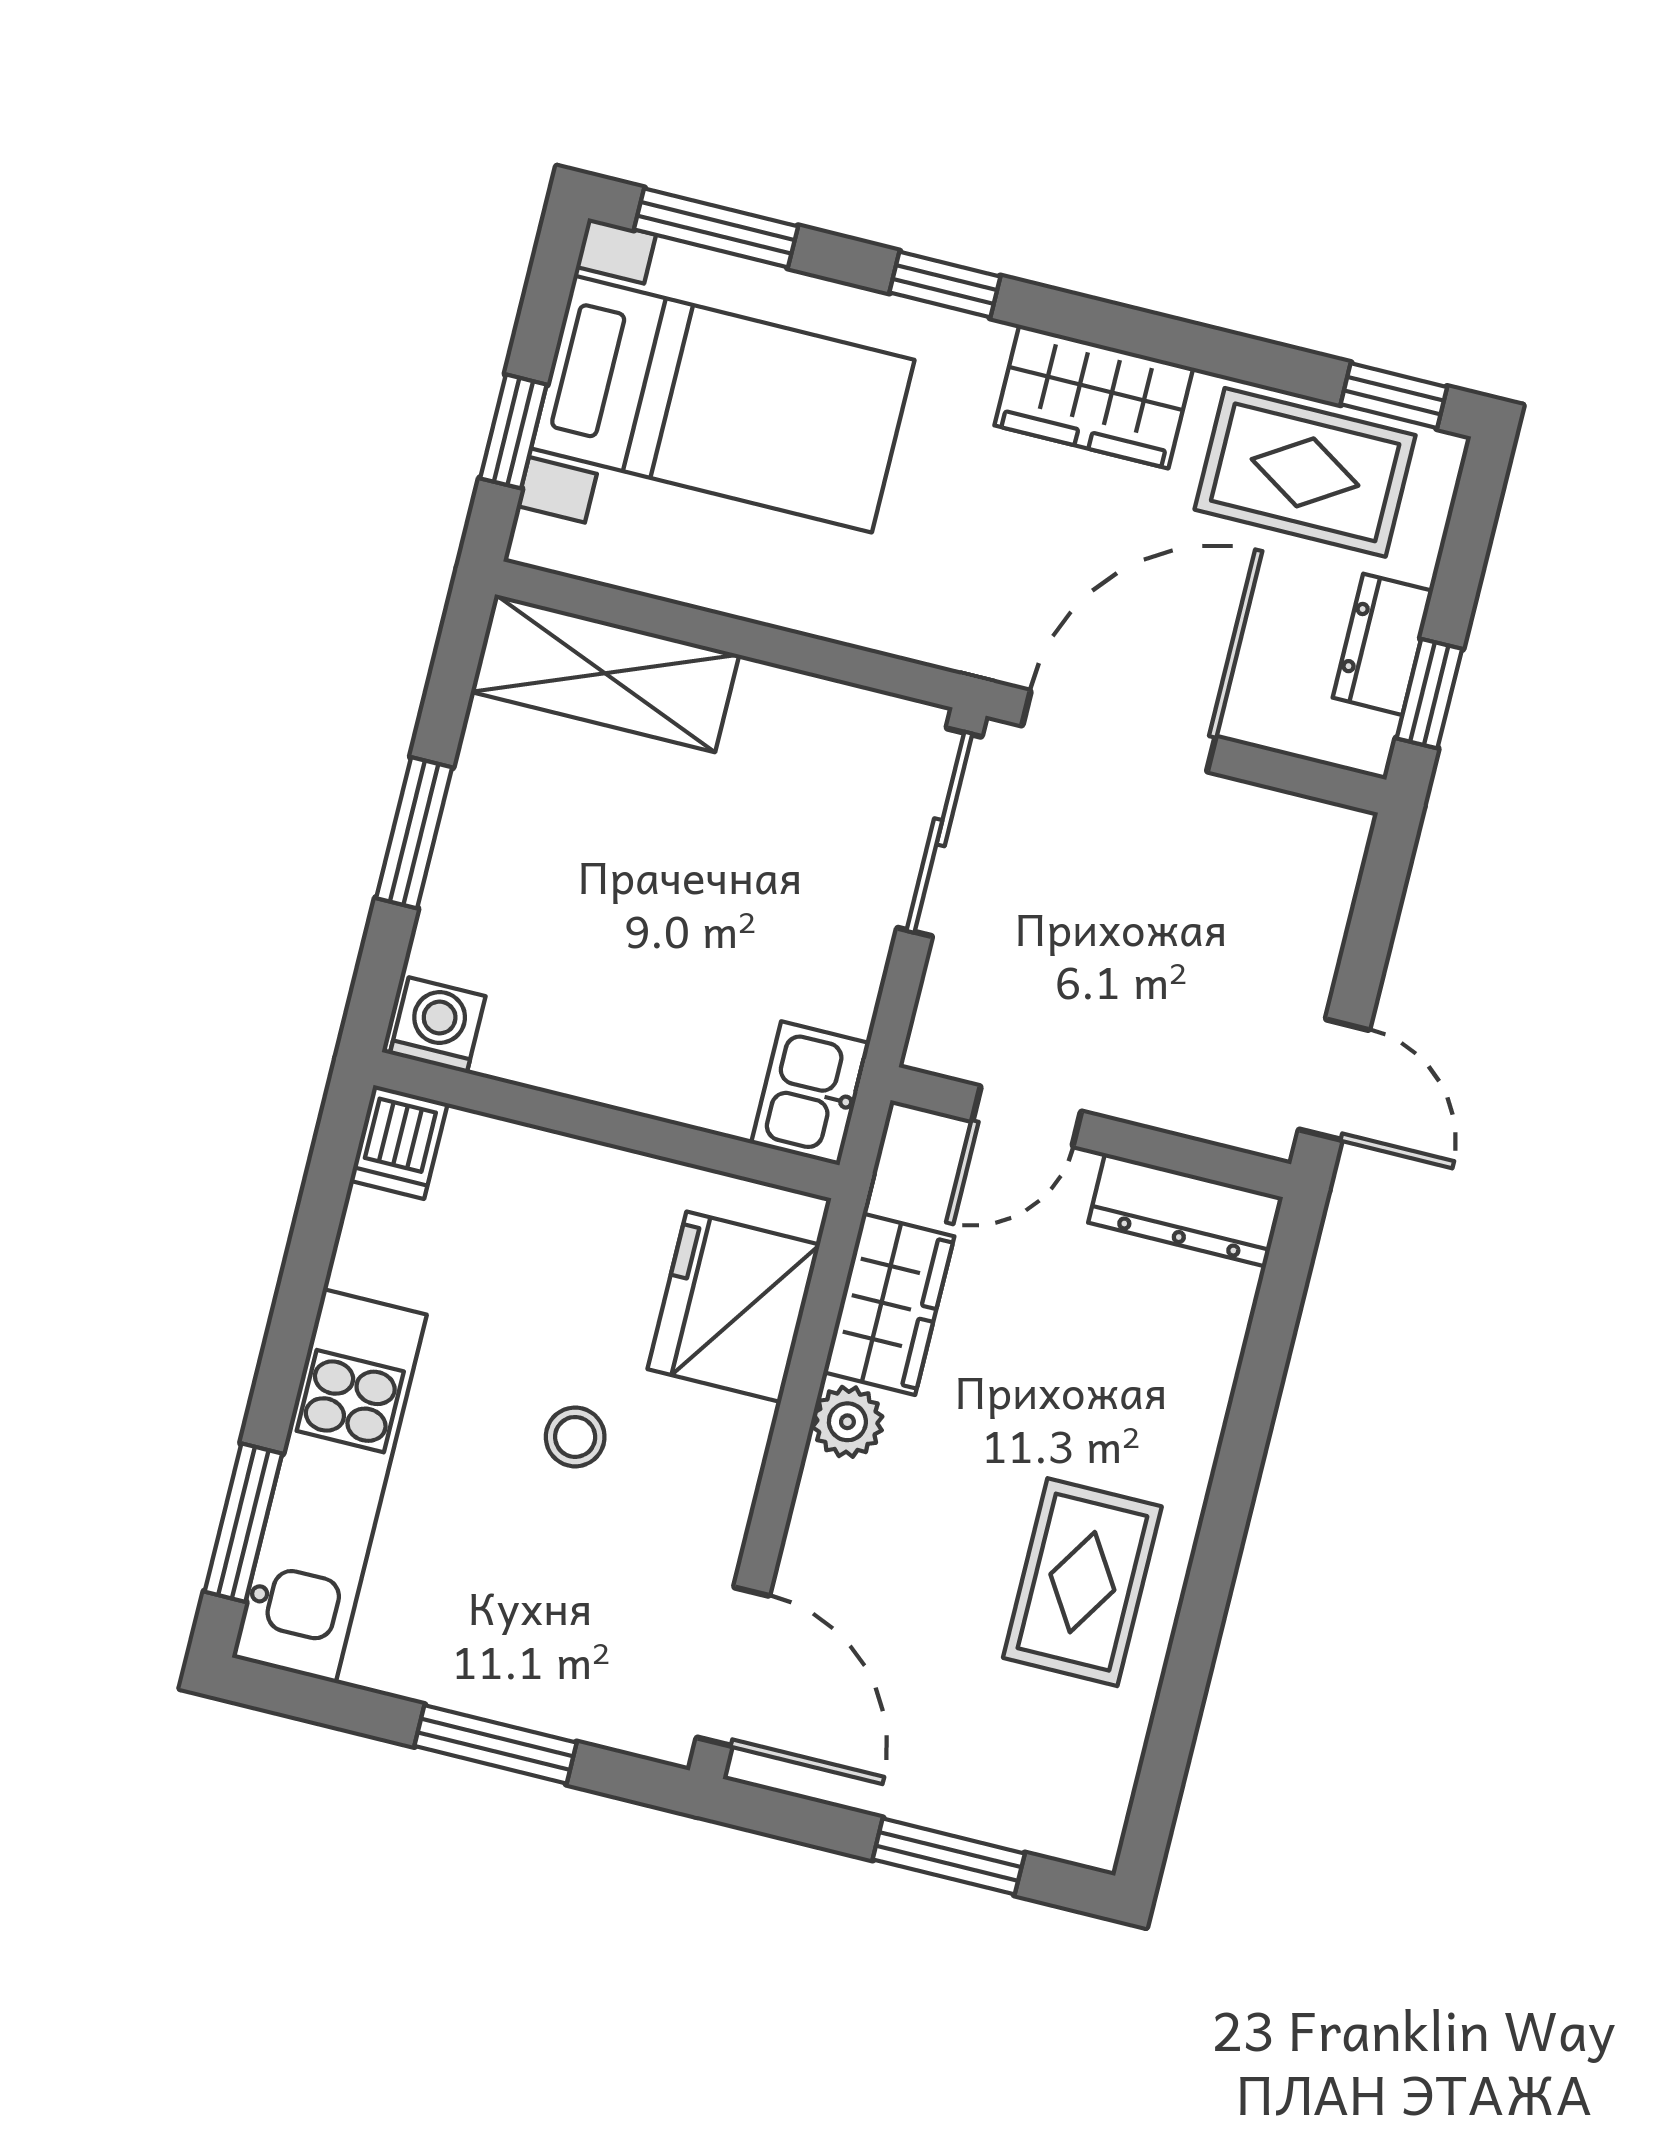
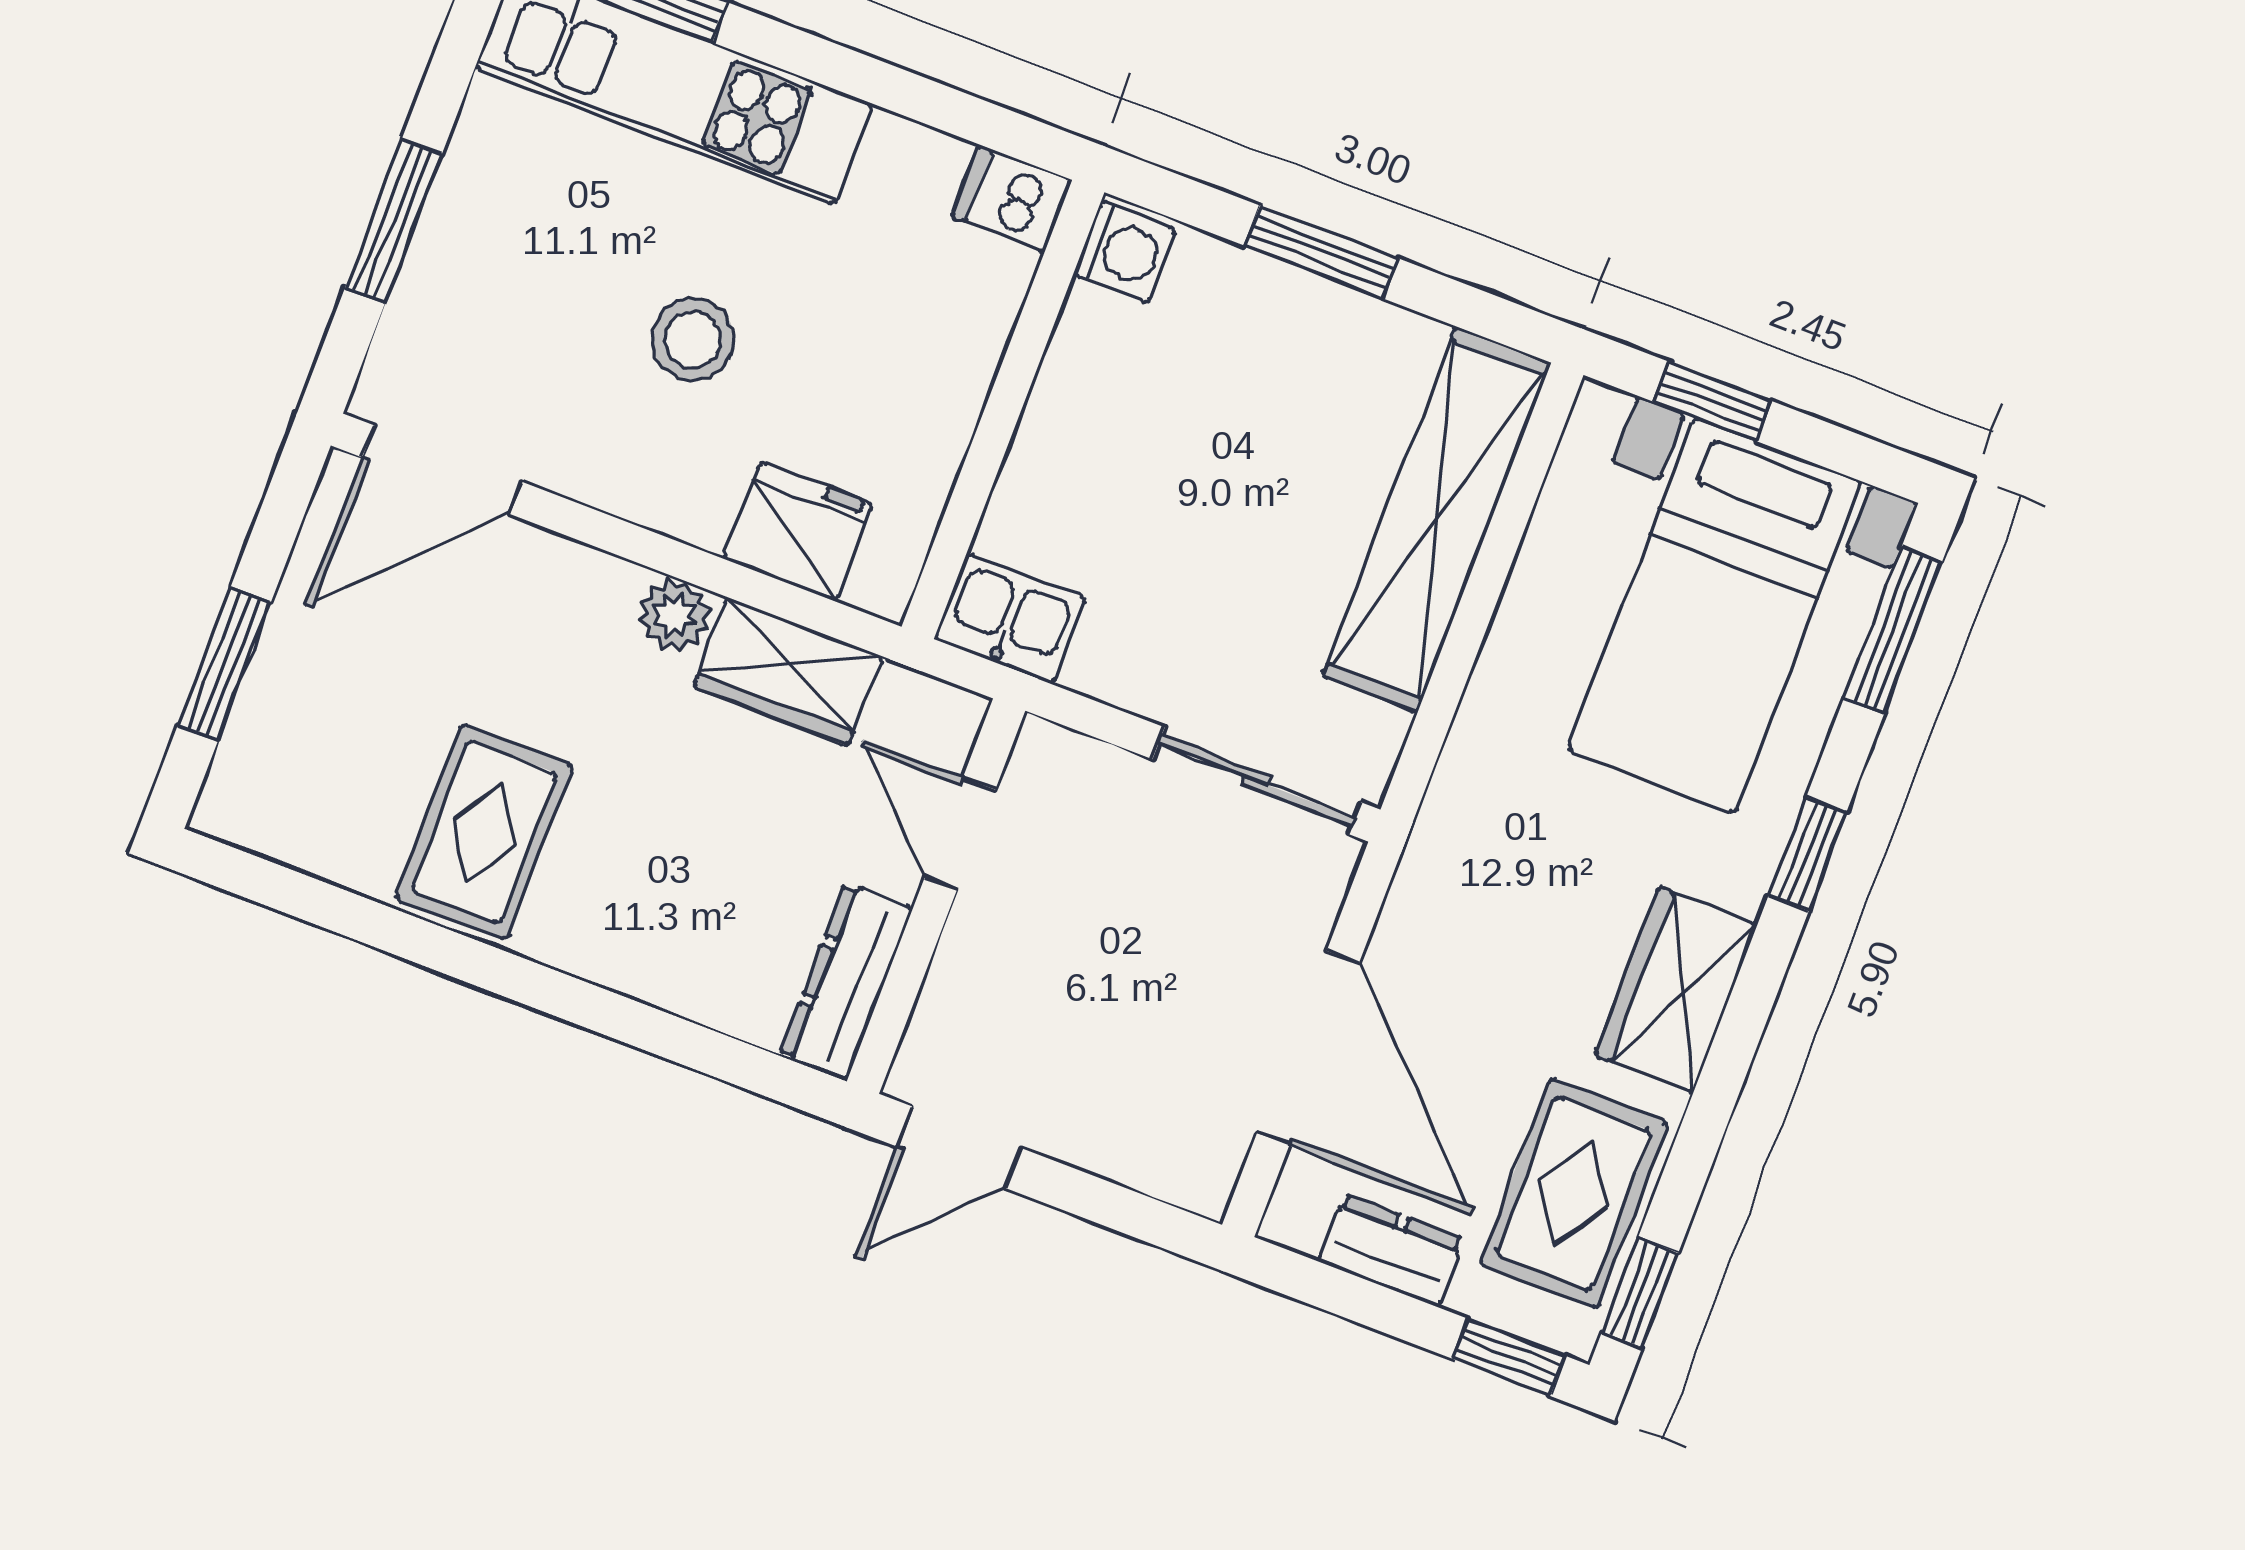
shelving: (605, 673) -> (1437, 519), width x1.47
window: (1429, 694) -> (1509, 1357), moved
door: (1119, 731) -> (1308, 1048), moved
fridge: (734, 1307) -> (798, 532), width x0.73, depth x0.75
stool: (575, 1437) -> (693, 339), width x1.37, depth x1.37
rug: (1082, 1582) -> (484, 832), turned 90

